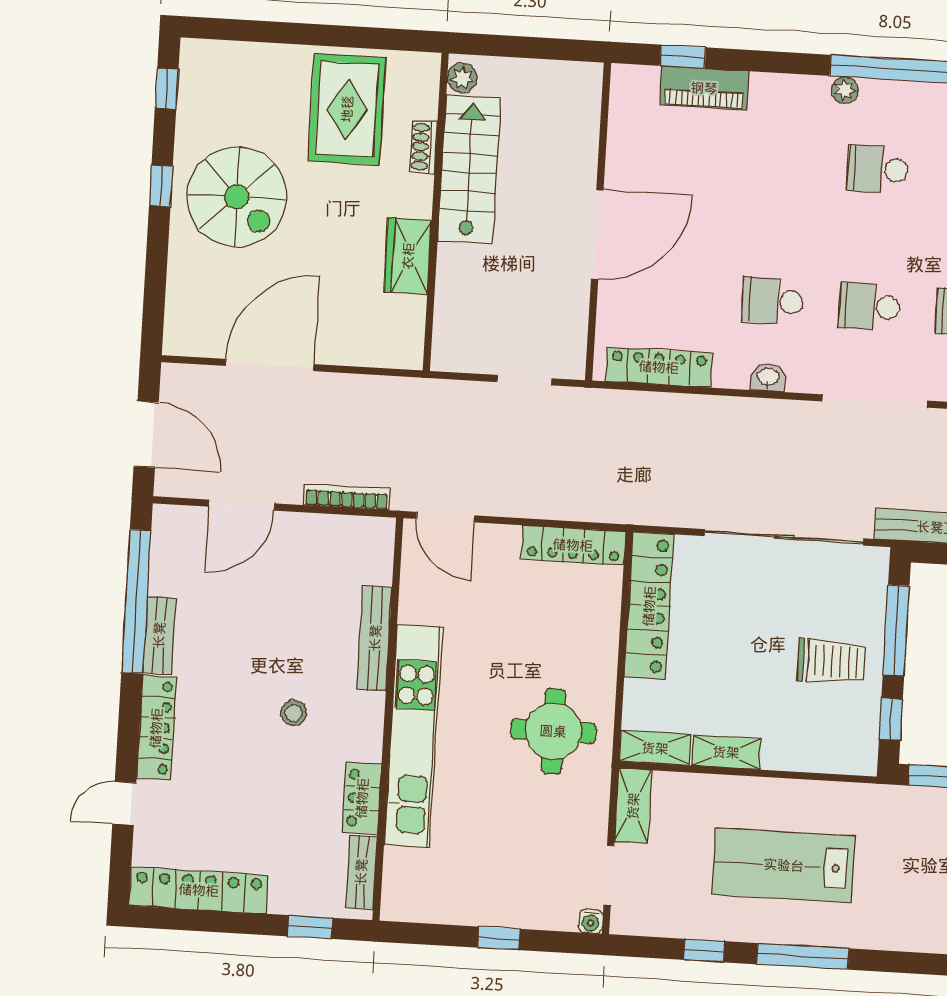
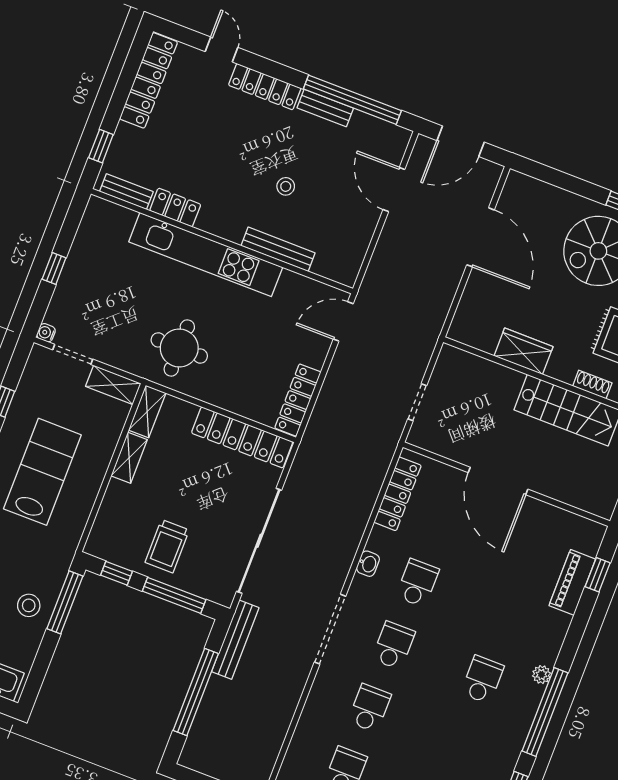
bookcase: (347, 497) -> (377, 261), removed
stool: (294, 713) -> (286, 186), moved

